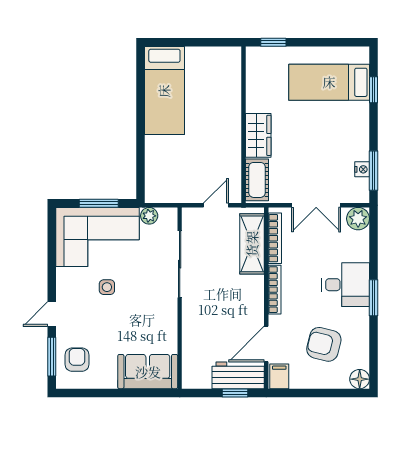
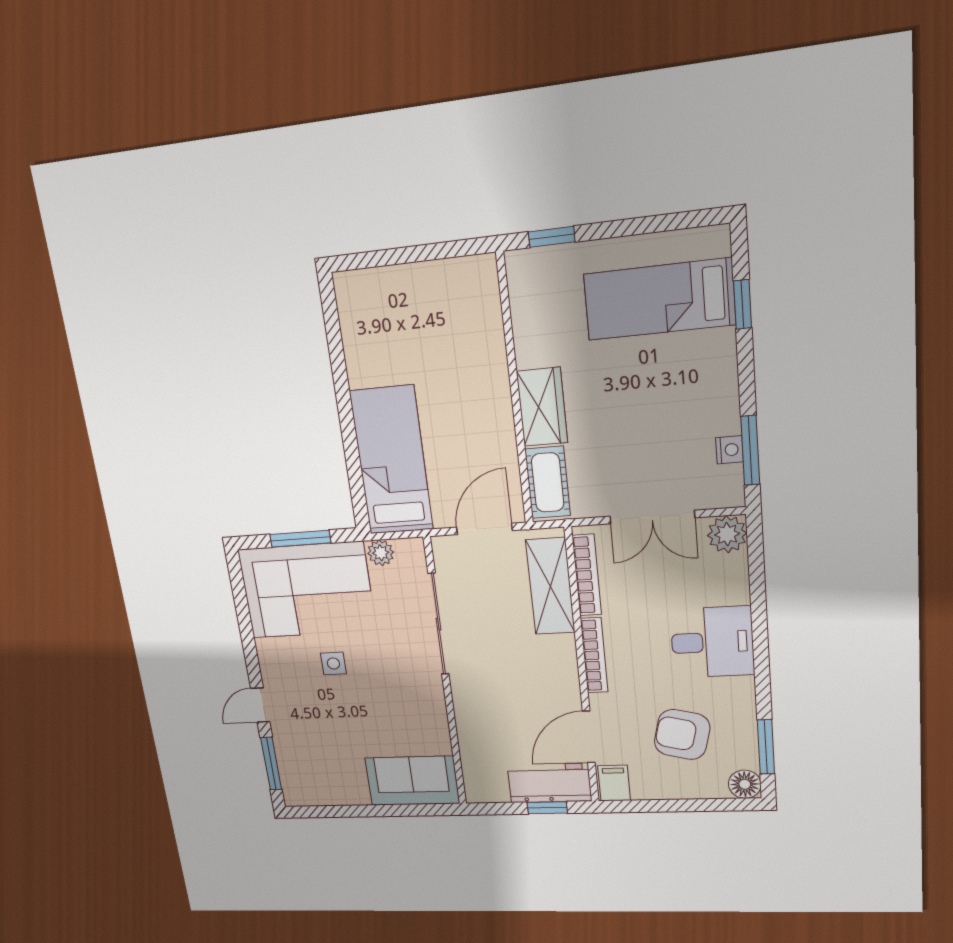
bed: (164, 91) -> (392, 461), moved, turned 180
door: (216, 205) -> (484, 529), width x1.37
window: (373, 298) -> (766, 747), moved
armchair: (77, 360) -> (308, 767), removed

